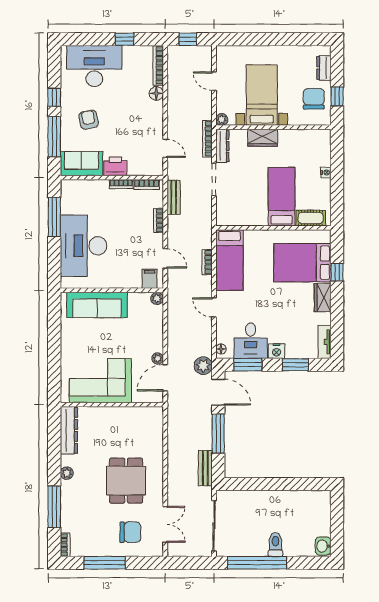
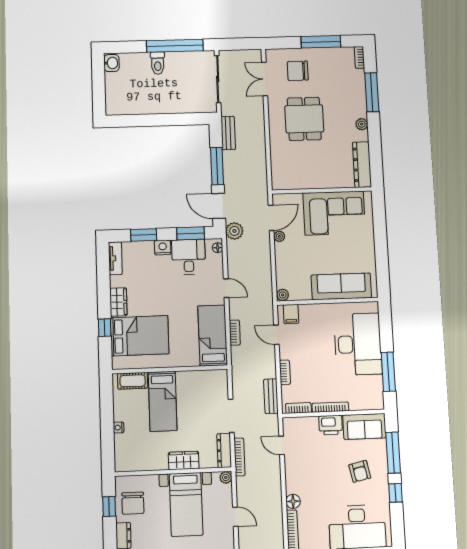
bookcase: (121, 184) -> (330, 407), width x1.56

